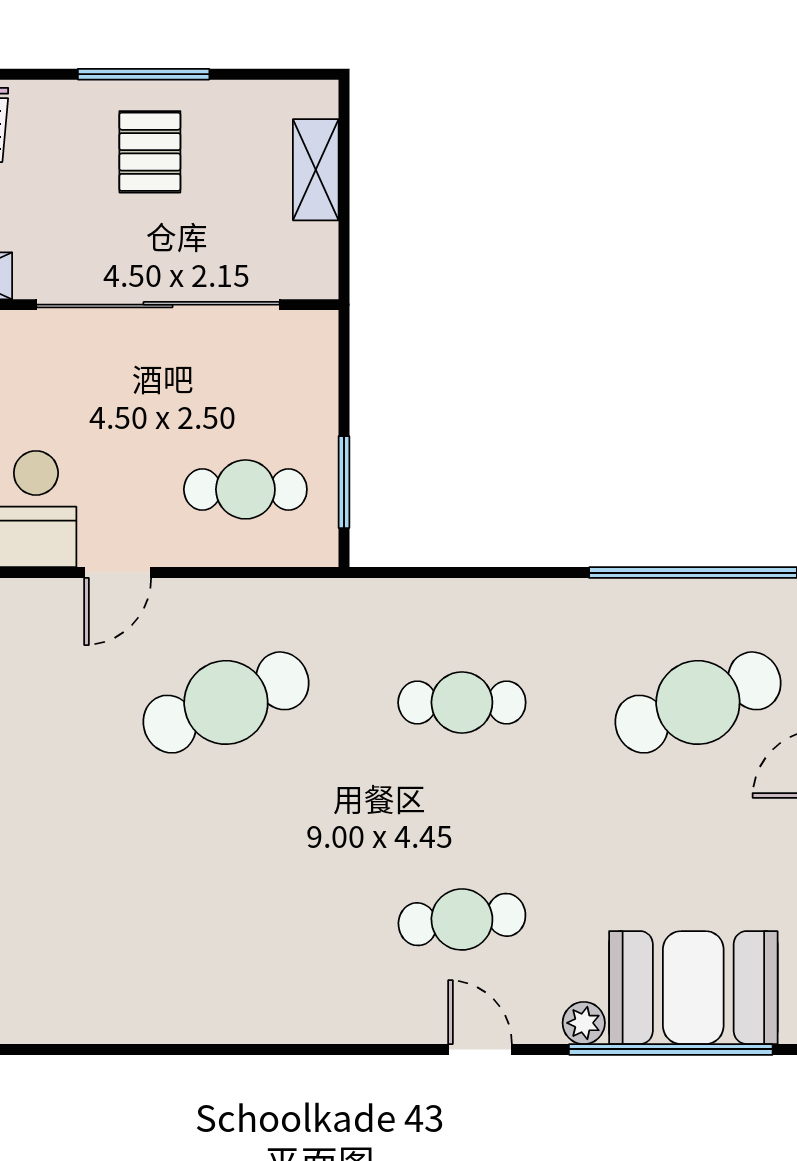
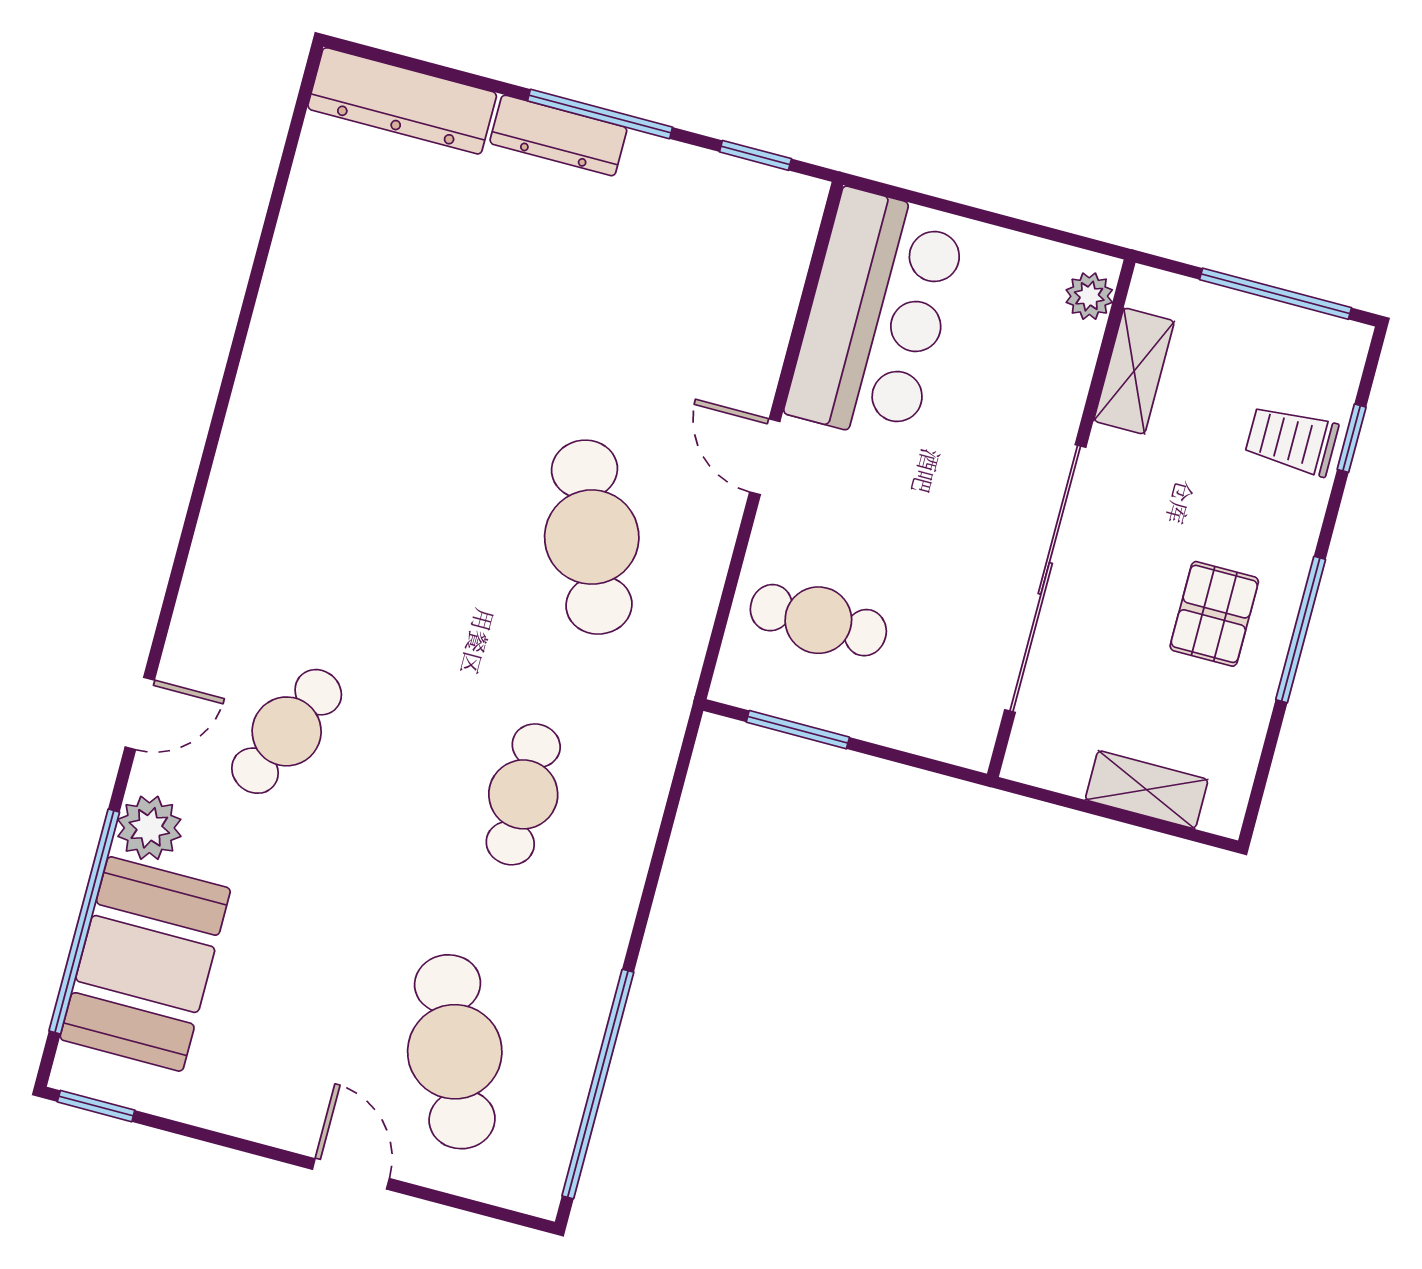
pallet: (150, 152) -> (1214, 614), turned 90
cafe table: (245, 489) -> (818, 620), turned 90
cafe table: (462, 919) -> (287, 731), turned 30
plant: (584, 1023) -> (149, 828), width x1.38, depth x1.38

